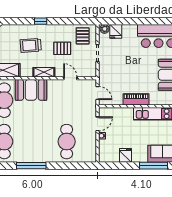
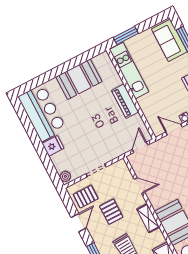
door: (67, 21) -> (79, 223), added
fridge: (116, 31) -> (53, 146), moved
door: (70, 78) -> (139, 186), swing flipped

